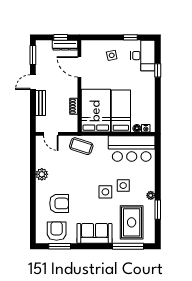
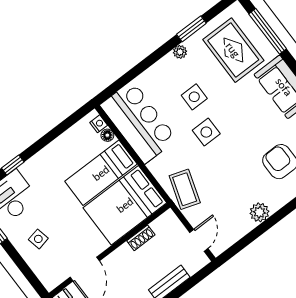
side table: (105, 192) -> (206, 132), moved
rug: (132, 222) -> (233, 50), turned 90

